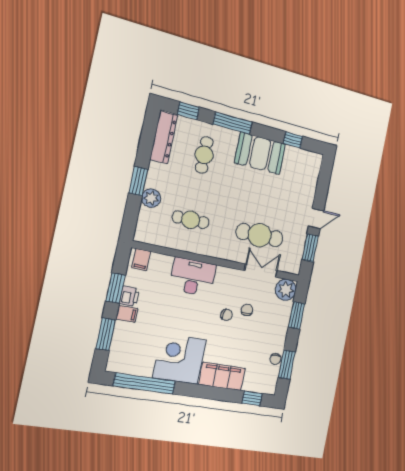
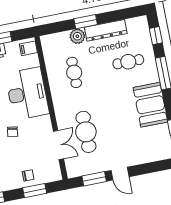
dresser: (164, 137) -> (106, 30), moved
desk: (193, 277) -> (27, 94), width x1.36, depth x1.30
plant: (286, 290) -> (52, 172), removed
chair: (247, 310) -> (28, 175), moved

